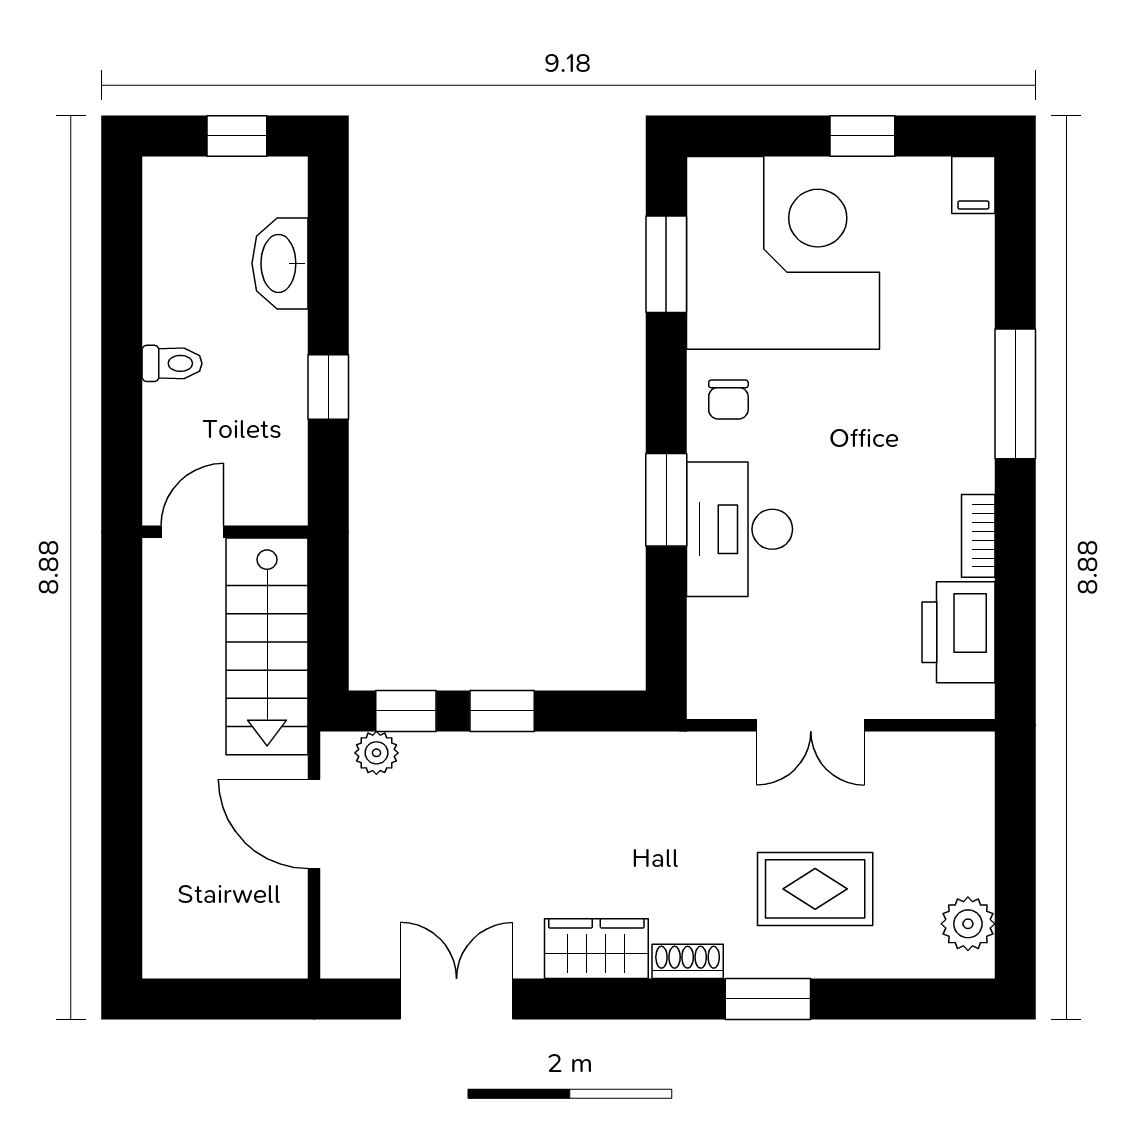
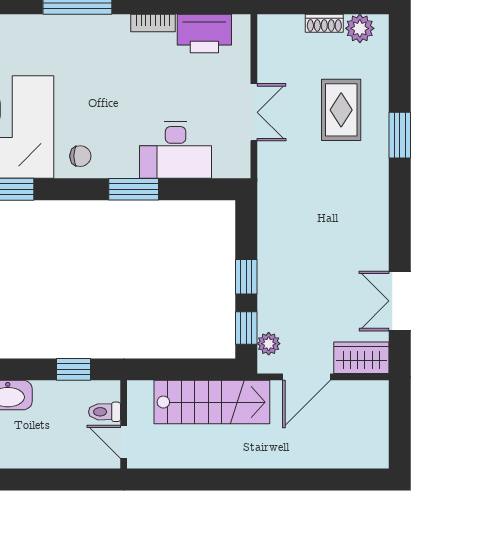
toilet: (172, 363) -> (105, 412), moved, turned -90
desk: (739, 529) -> (176, 150), moved
door: (192, 532) -> (124, 442), moved
wall: (225, 532) -> (124, 424), moved
wardrobe: (596, 949) -> (361, 358), moved, turned 90
shoe rack: (688, 961) -> (324, 23), moved, turned -90

